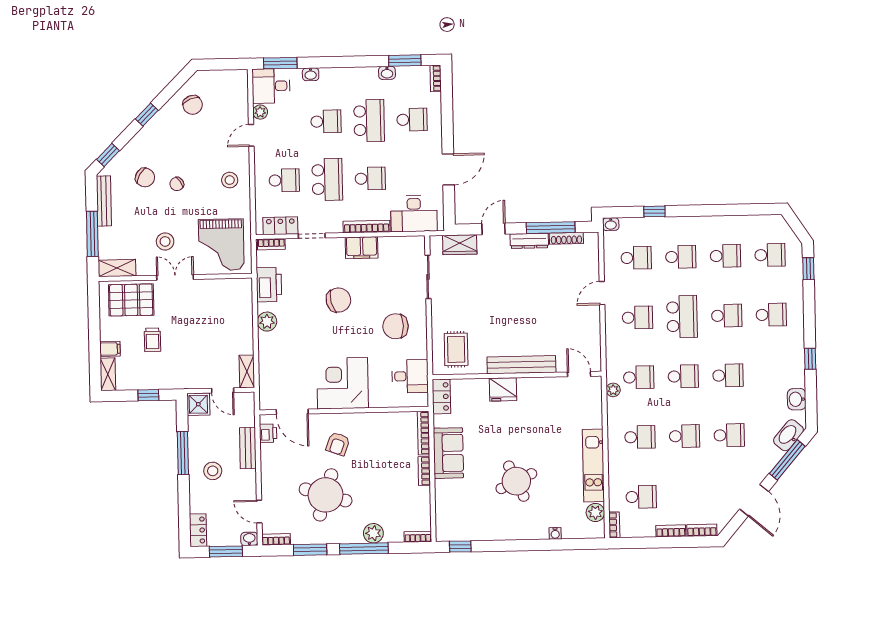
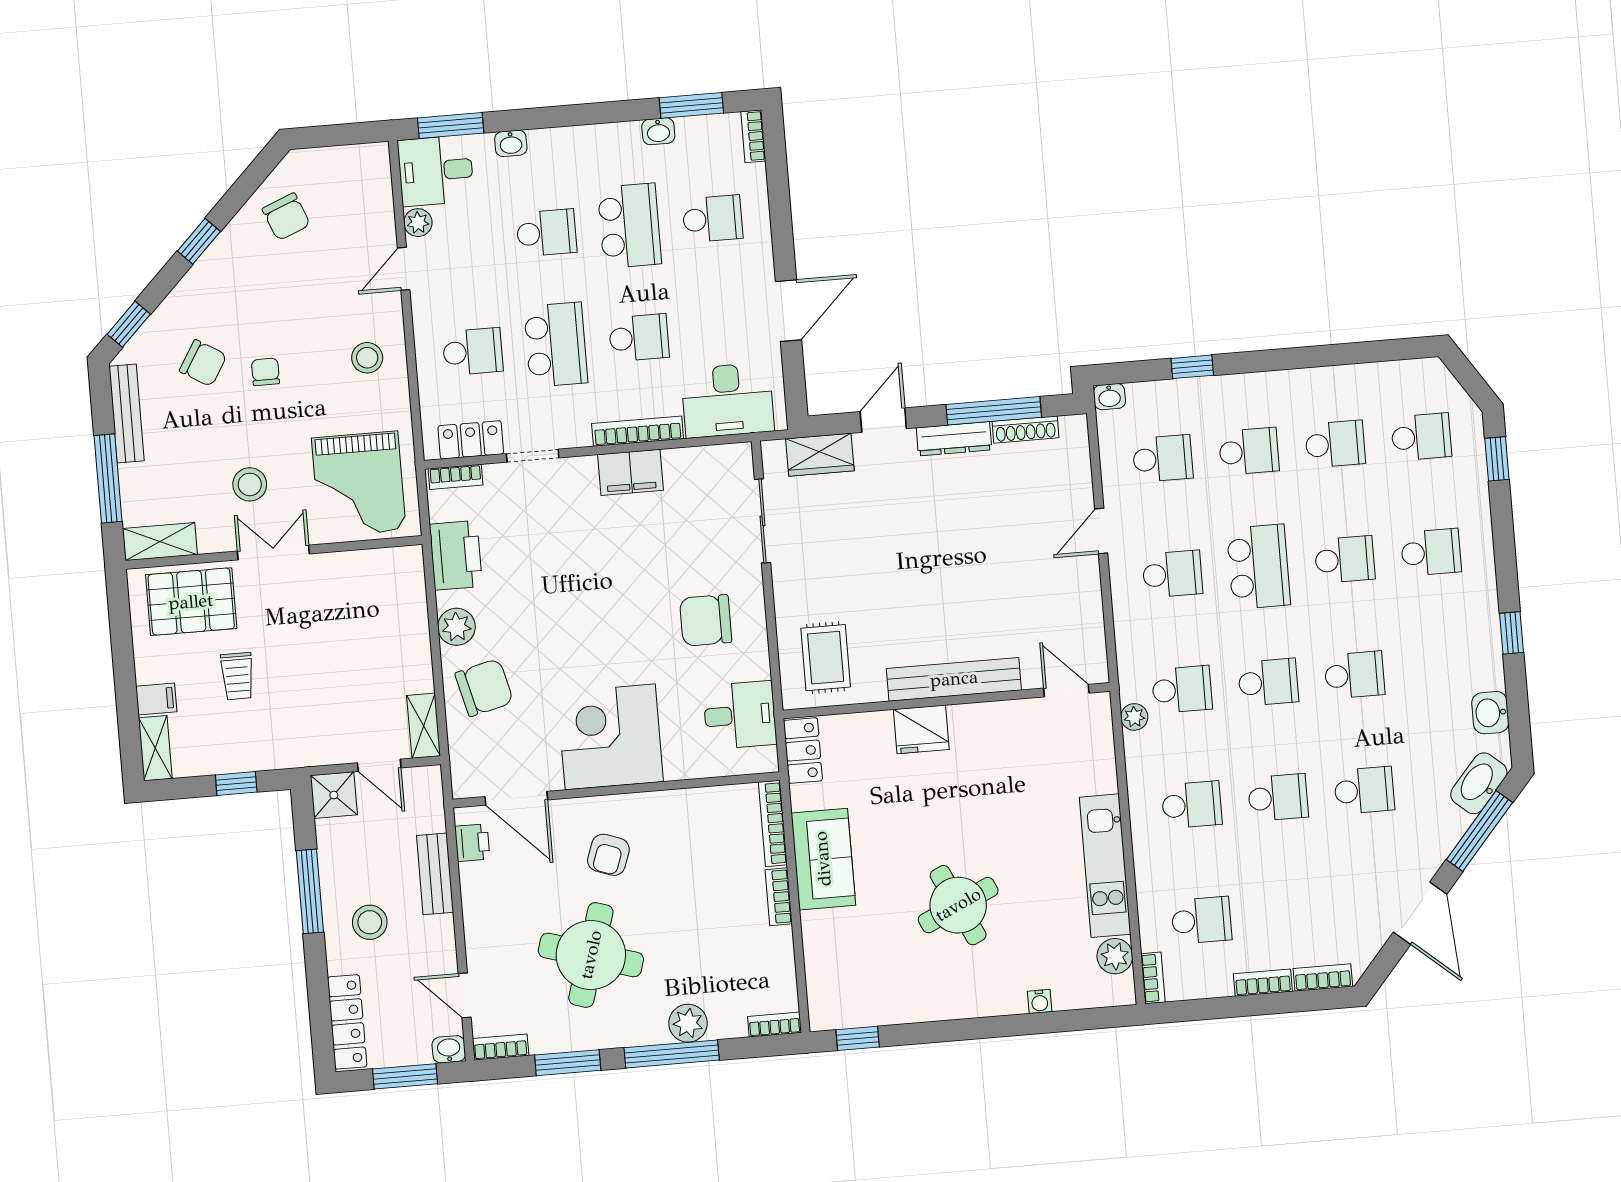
chair: (177, 184) -> (265, 372), turned 124
chair: (338, 300) -> (484, 688), moved
locker: (198, 530) -> (347, 1022), width x1.53

